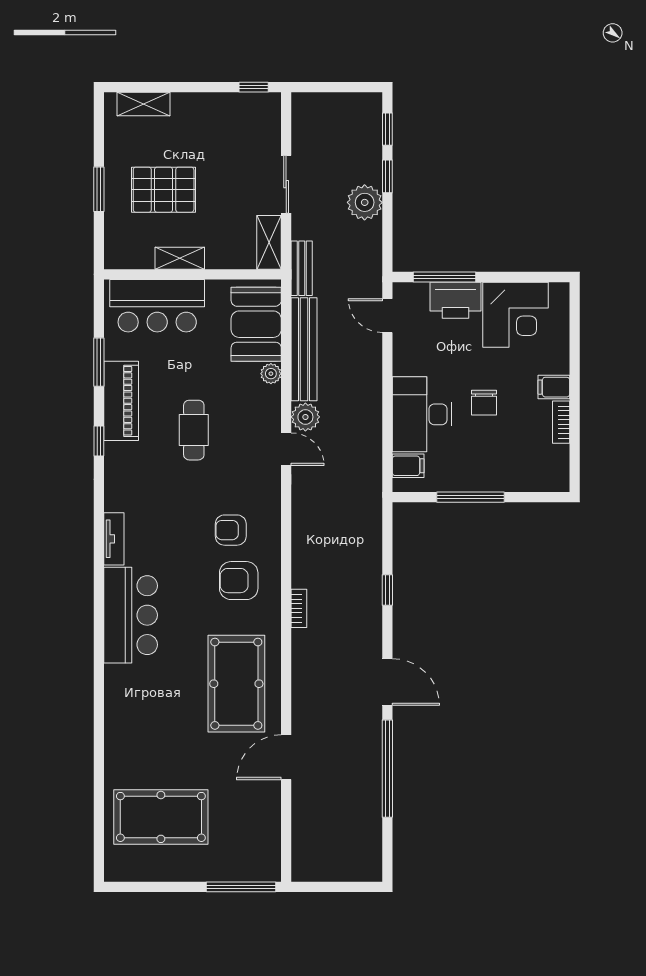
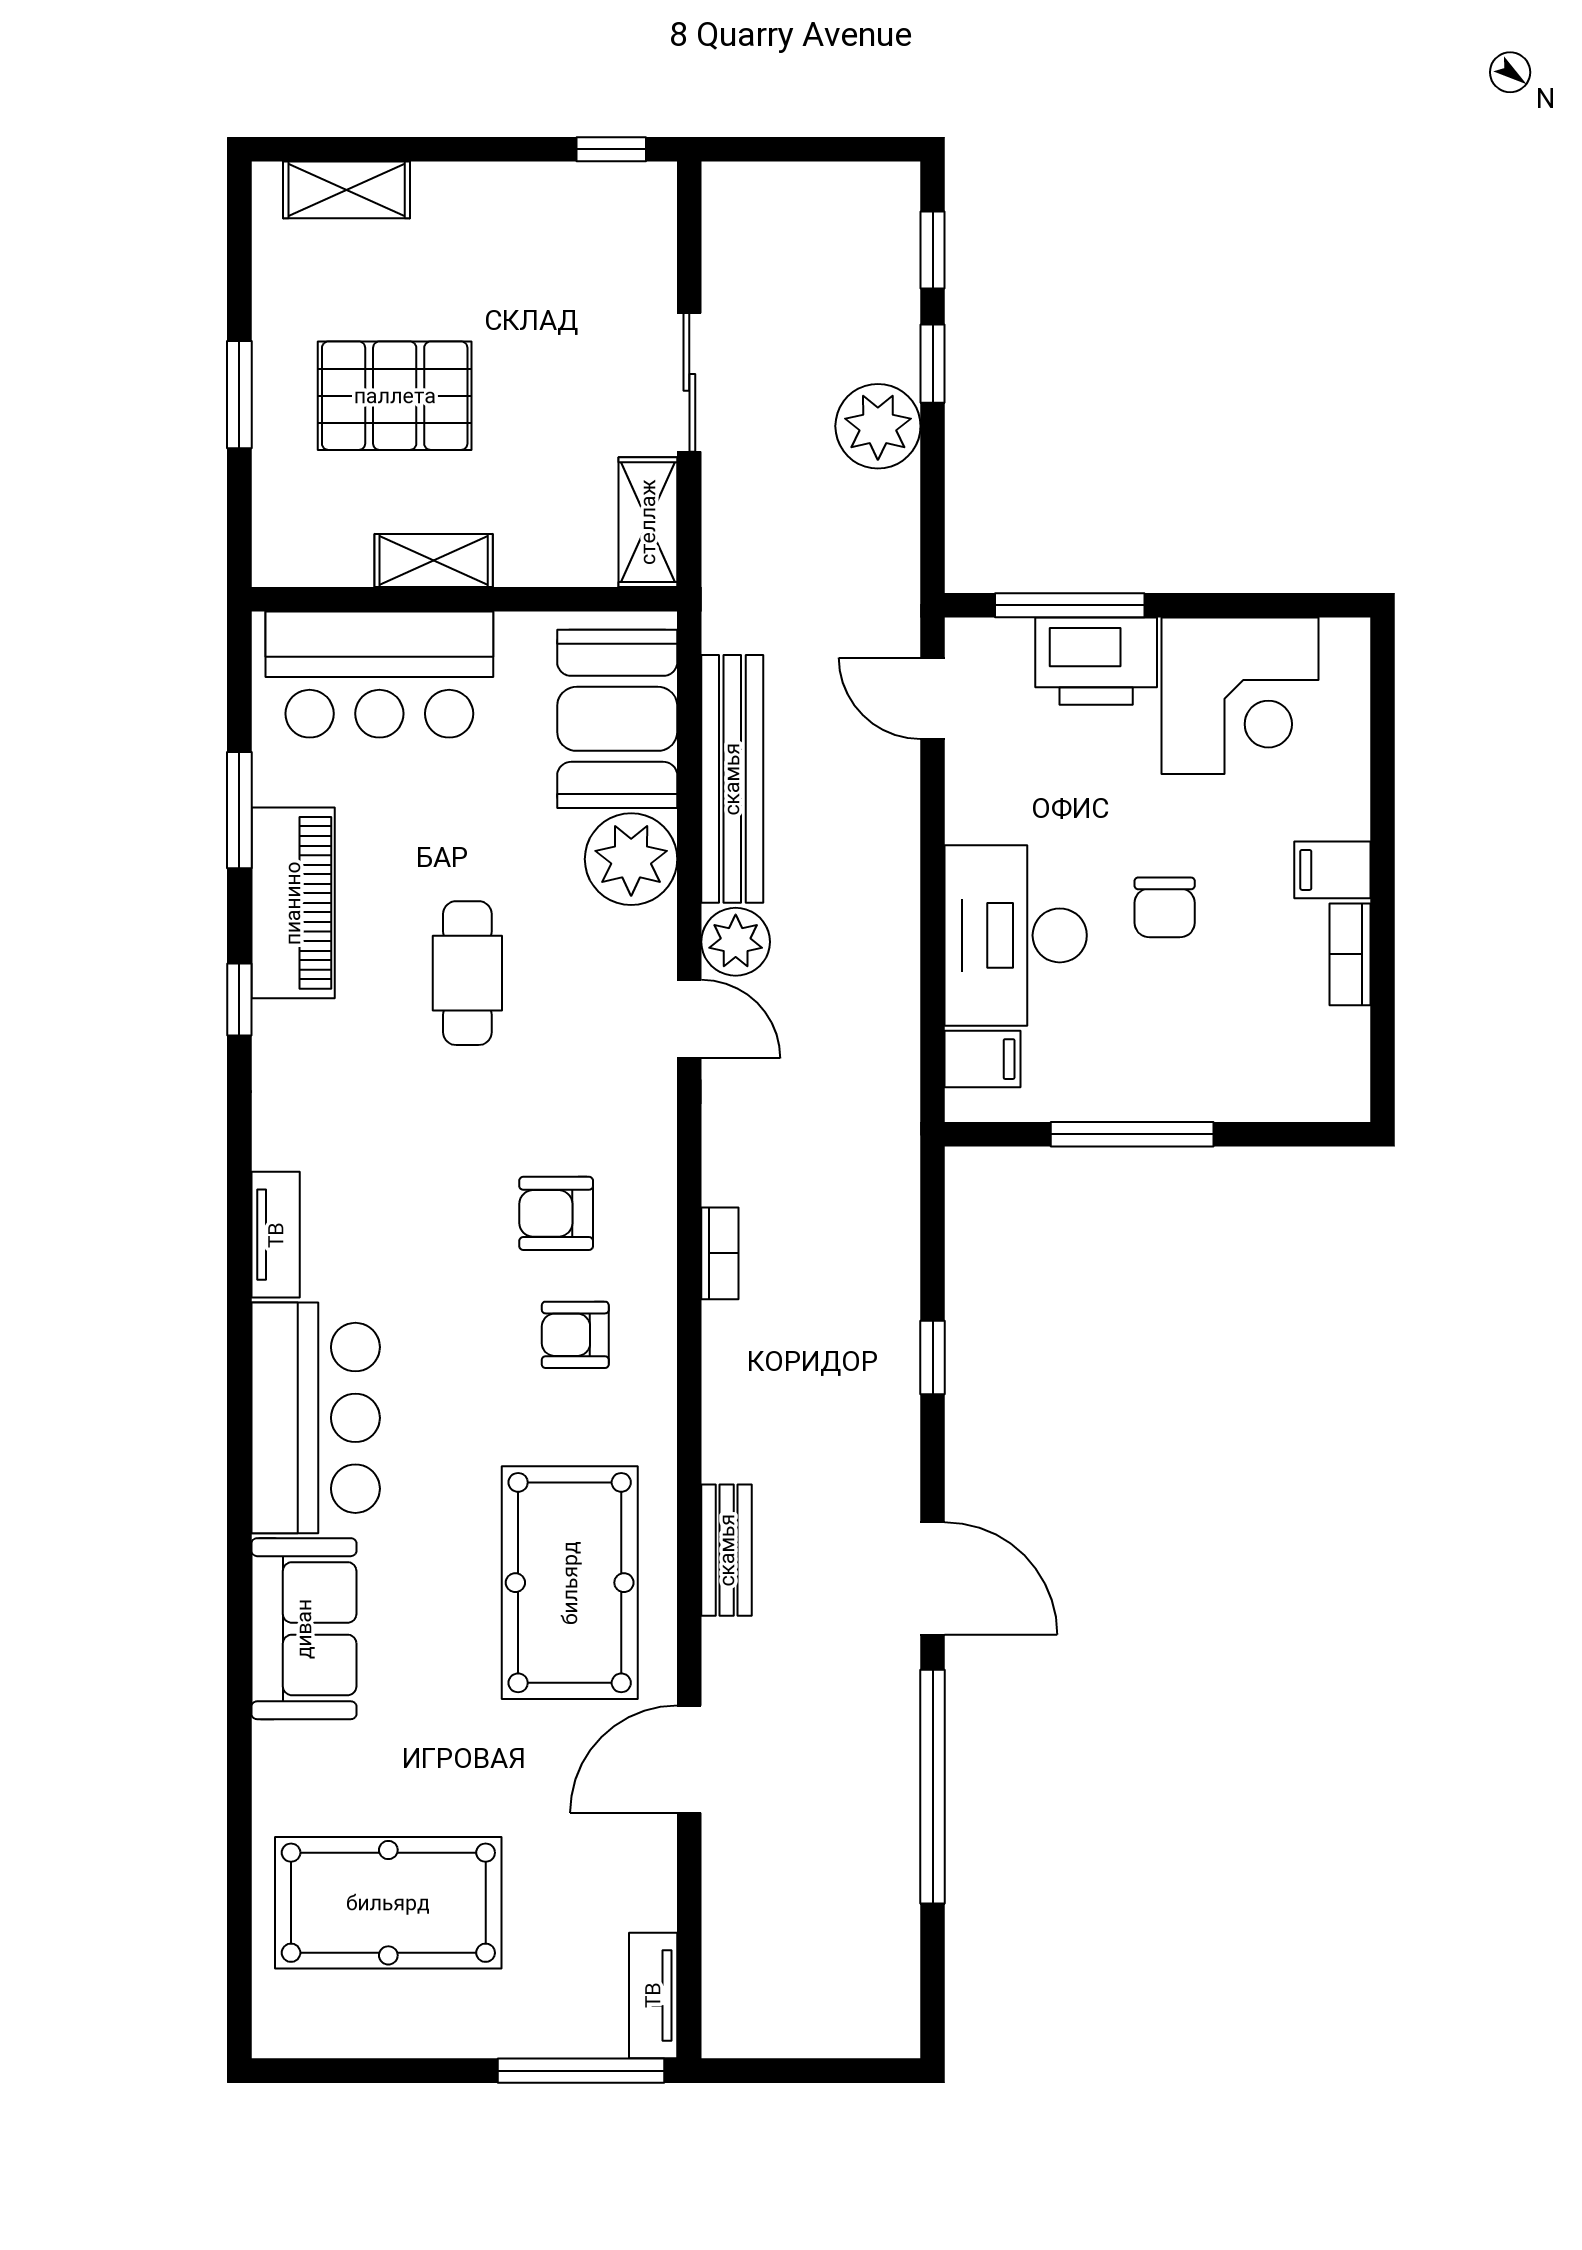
bench: (302, 268) -> (727, 1550), moved
plant: (271, 374) -> (631, 859), width x1.87, depth x1.87
armchair: (239, 581) -> (575, 1335), width x0.72, depth x0.72
bookcase: (299, 608) -> (720, 1253), moved
sofa: (126, 703) -> (304, 1629), added
tv unit: (271, 856) -> (653, 1995), added

